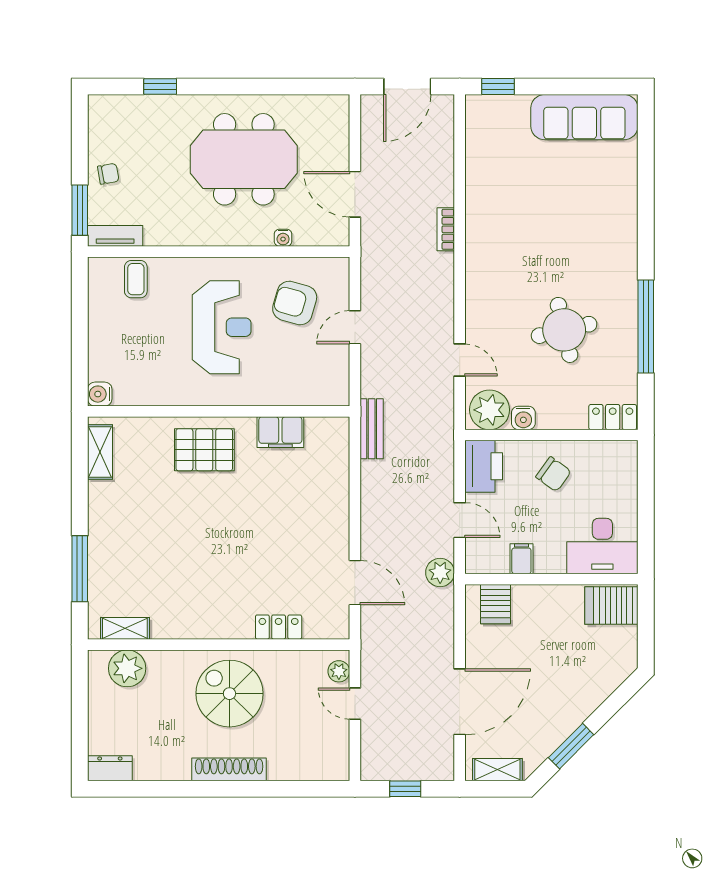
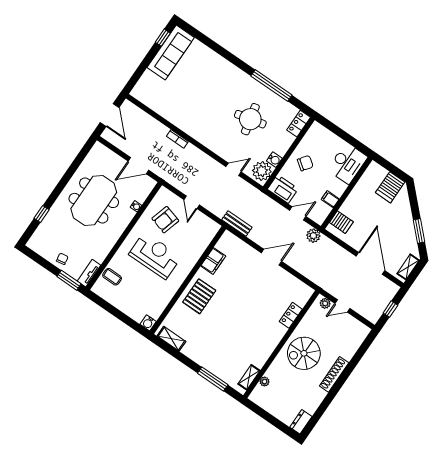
window: (498, 87) -> (163, 38), moved
door: (355, 583) -> (271, 257), moved
server rack: (611, 606) -> (390, 187), moved
plant: (127, 668) -> (265, 382), width x0.53, depth x0.53

